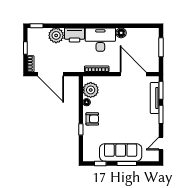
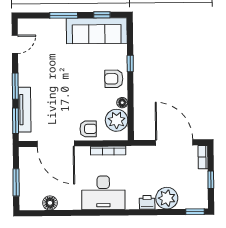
floor lamp: (121, 33) -> (50, 203), moved
printer: (75, 35) -> (147, 202), width x0.53, depth x0.68
armchair: (110, 84) -> (88, 129), added
sofa: (121, 152) -> (97, 31), moved

